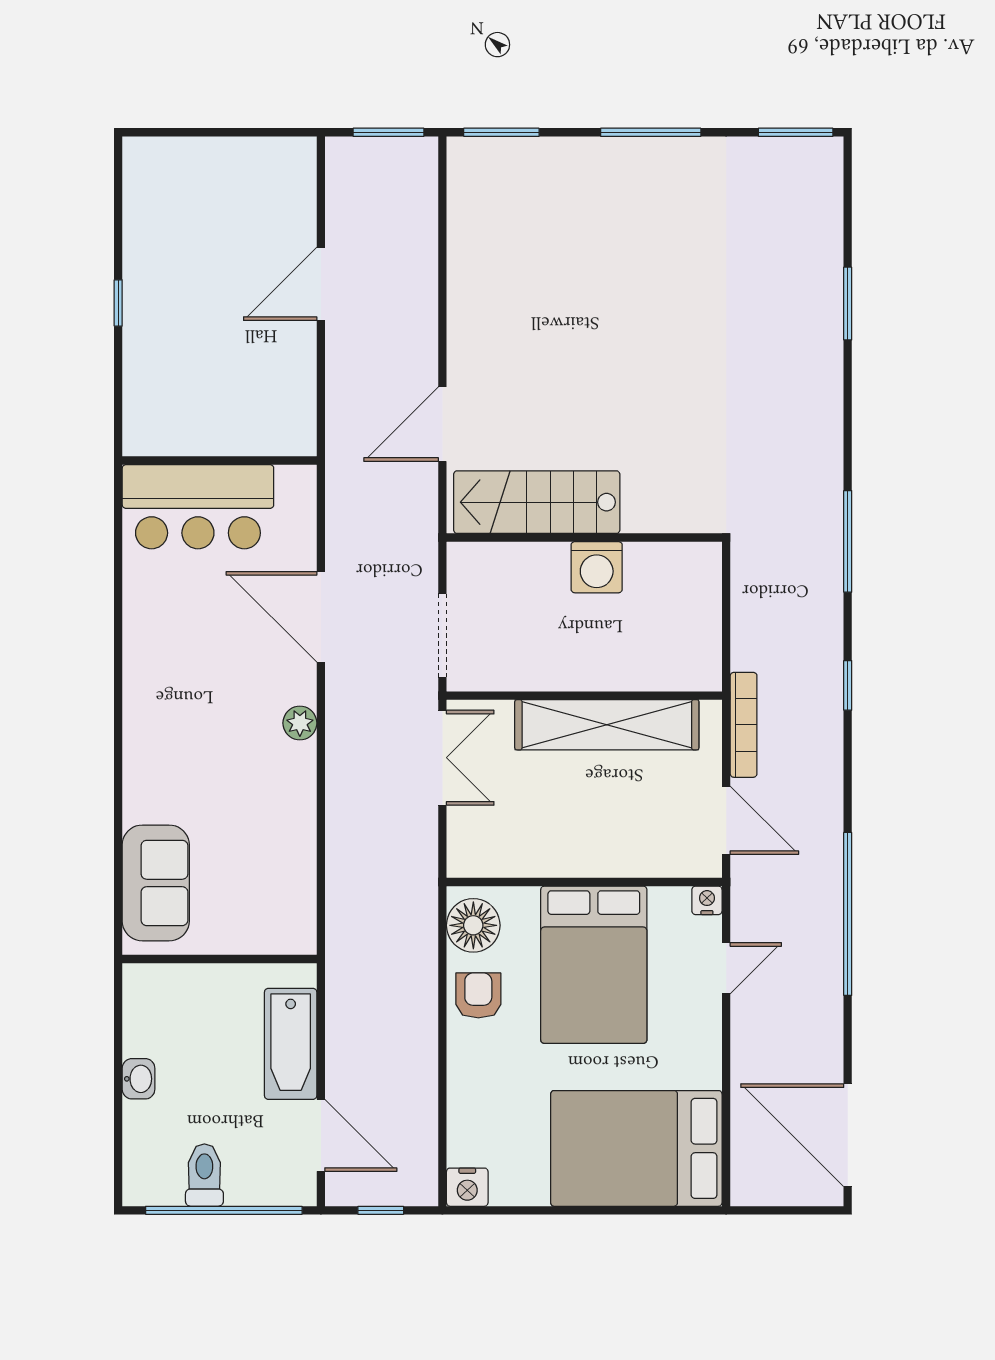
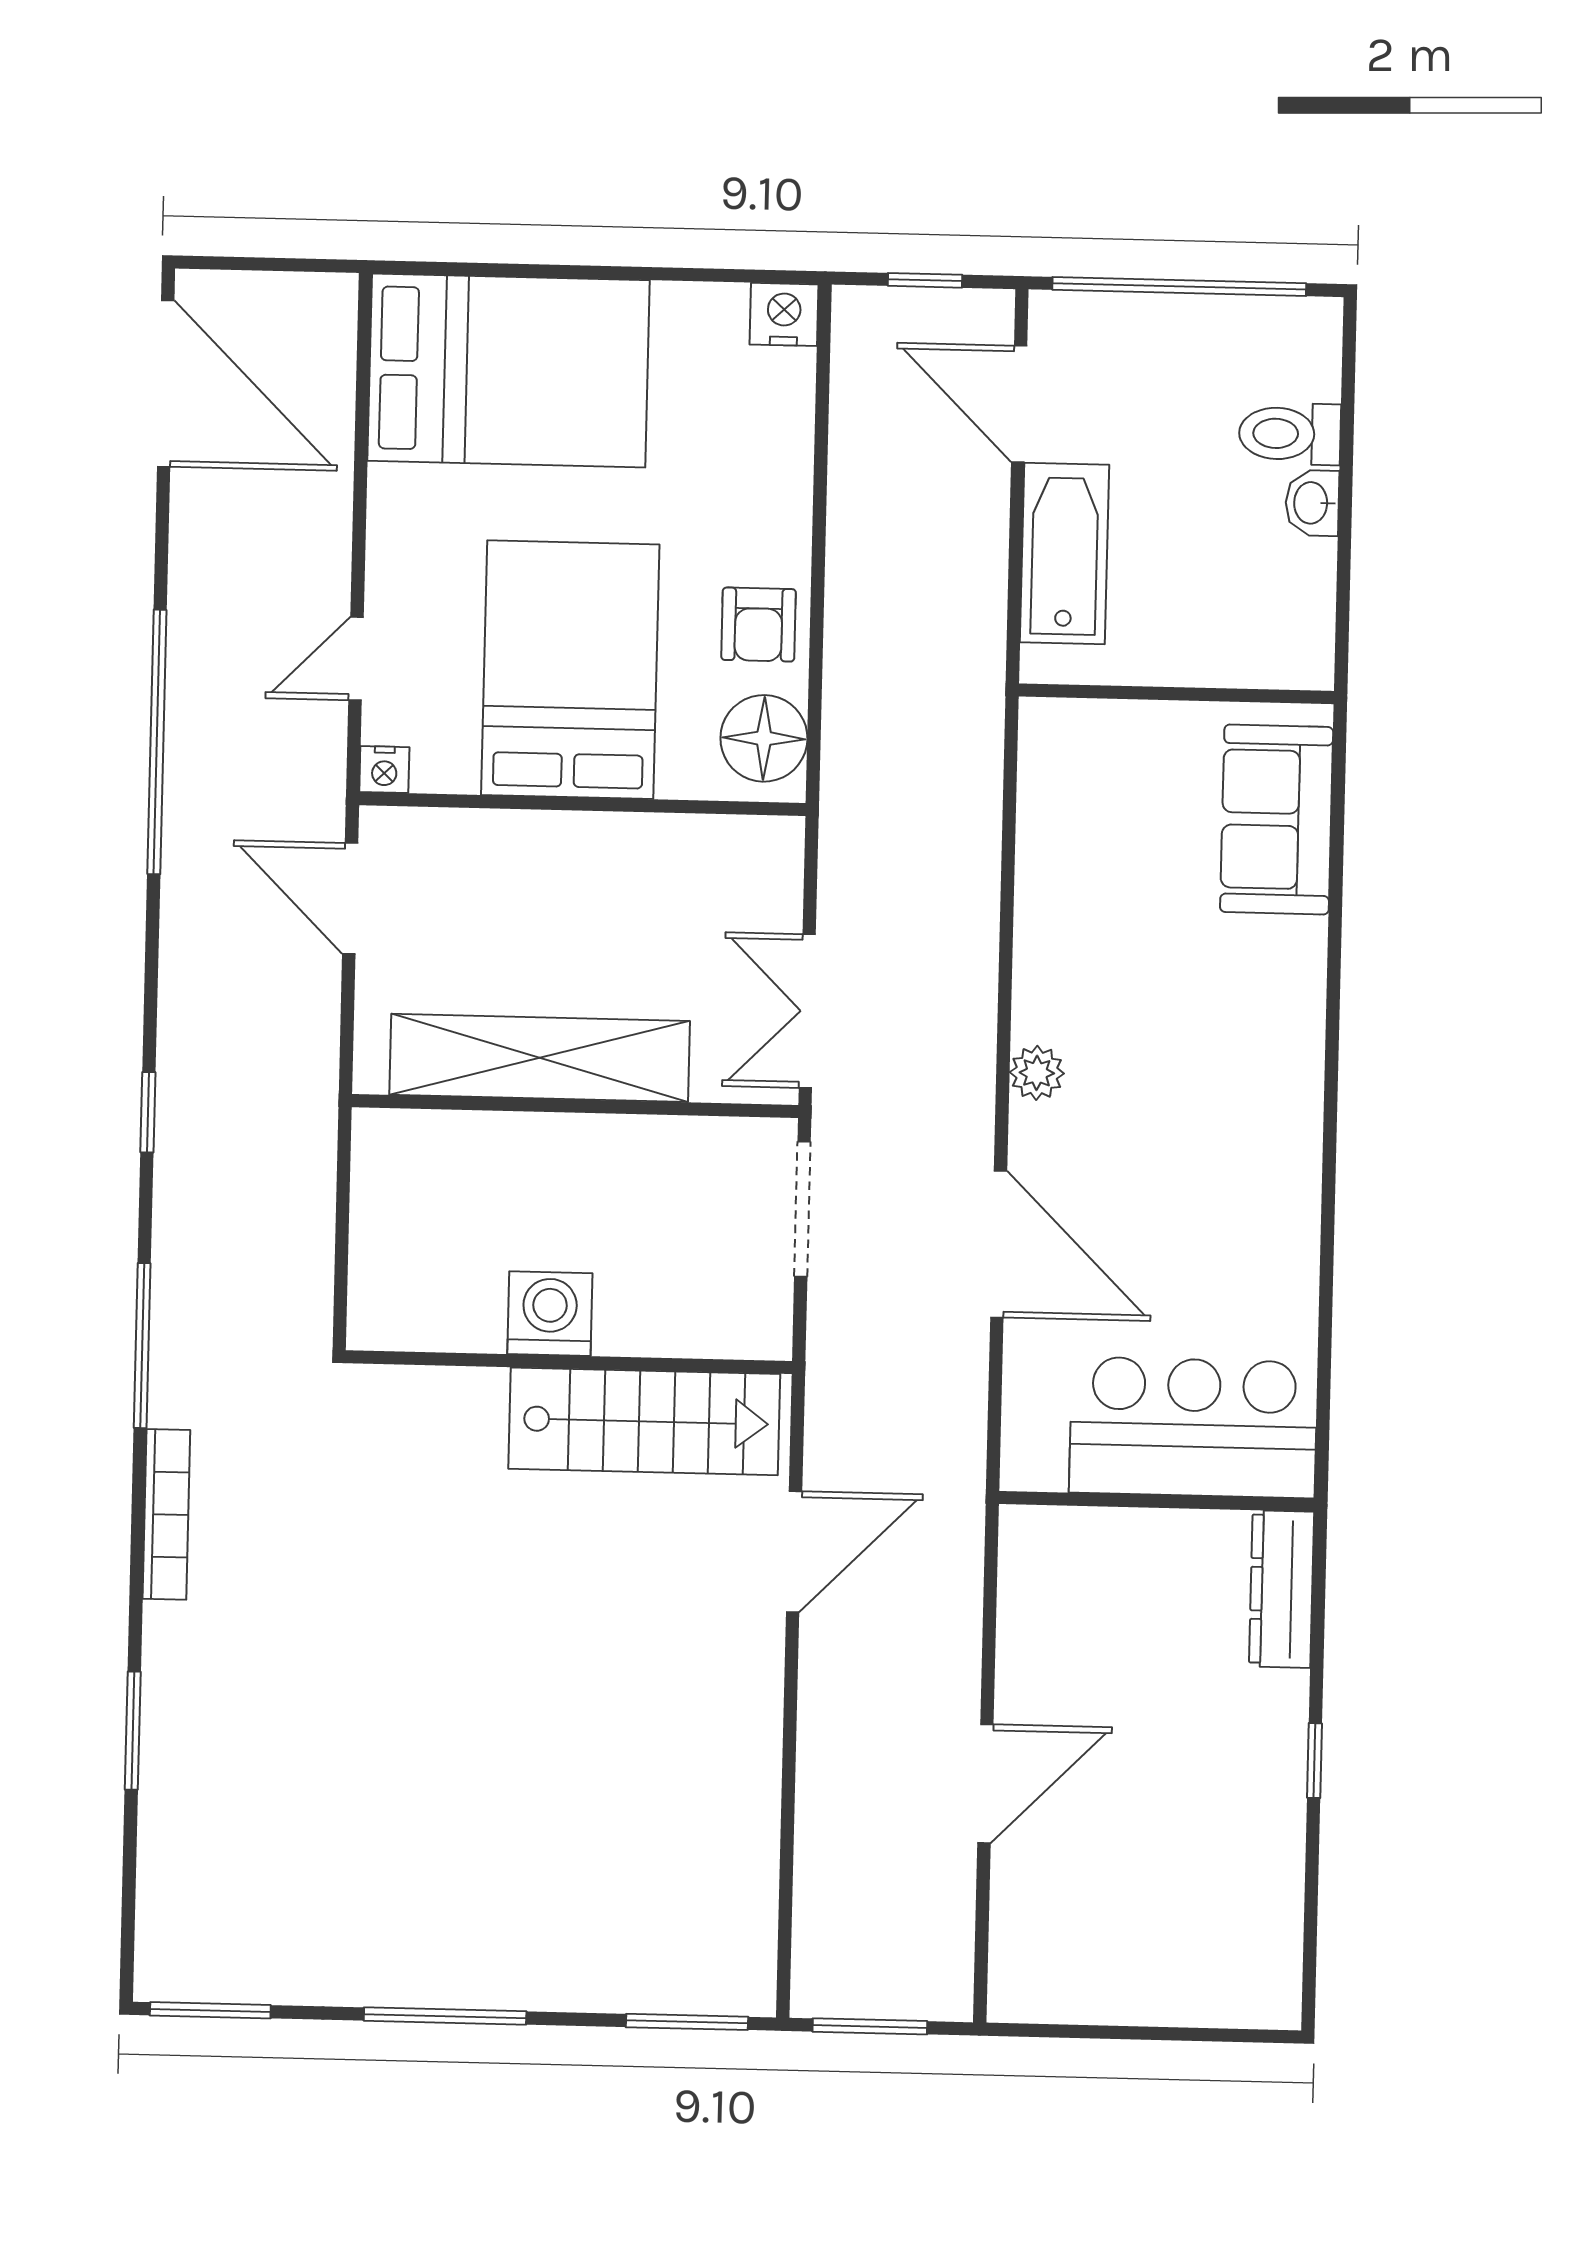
dresser: (141, 408) -> (1281, 1589), added
bookcase: (744, 725) -> (166, 1514), moved, turned 180
toilet: (204, 1175) -> (1290, 434), moved, turned 90

